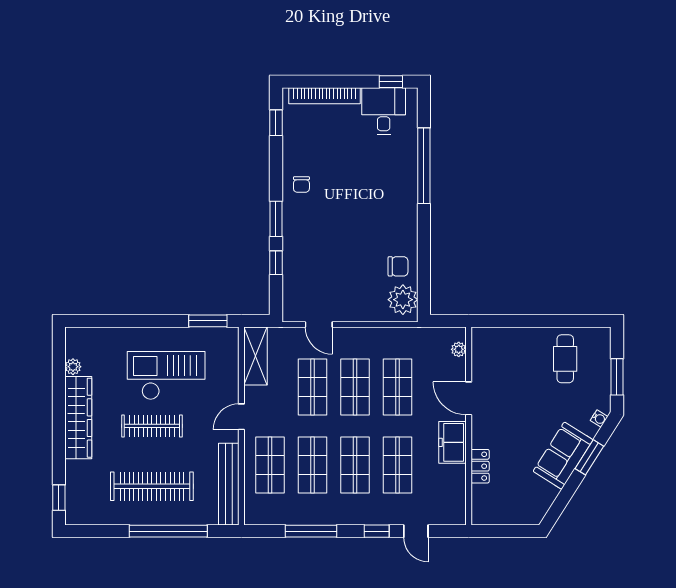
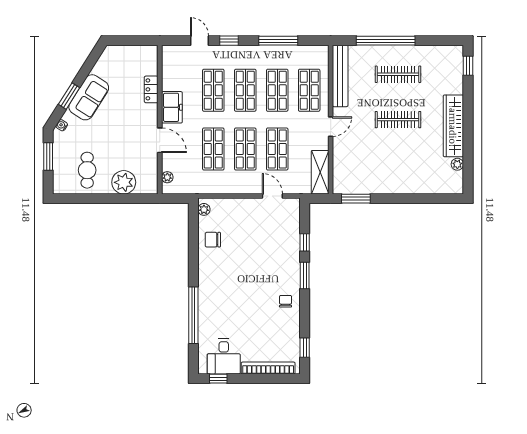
plant: (403, 300) -> (204, 209), width x0.53, depth x0.53
plant: (517, 343) -> (124, 182), added
checkout: (166, 376) -> (387, 157), removed
clothes rail: (152, 486) -> (398, 74), width x0.73, depth x0.76

